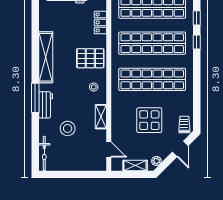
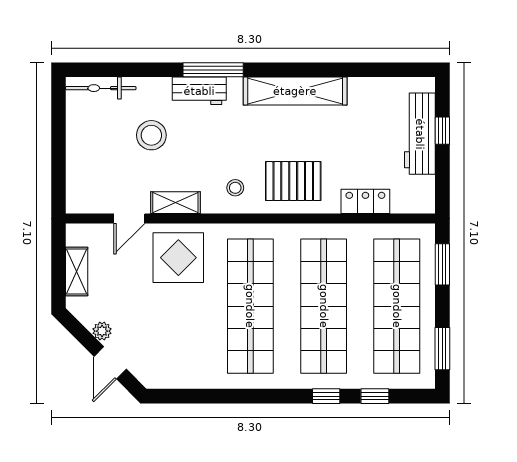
pallet: (90, 58) -> (293, 181), turned 90
display table: (149, 120) -> (178, 258), moved
trolley: (184, 125) -> (159, 371), removed
door: (180, 149) -> (110, 363), hinge flipped
door: (109, 150) -> (129, 219), moved
plant: (156, 161) -> (102, 331), moved

